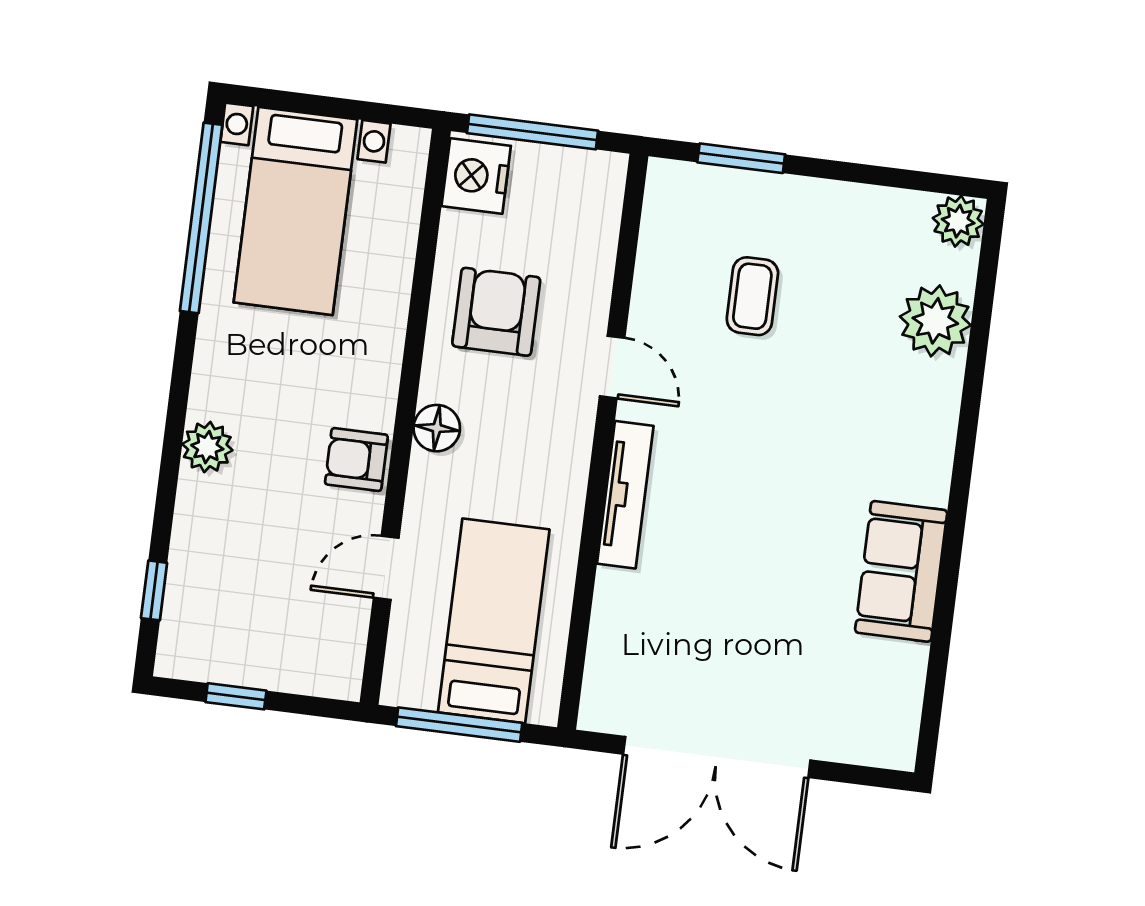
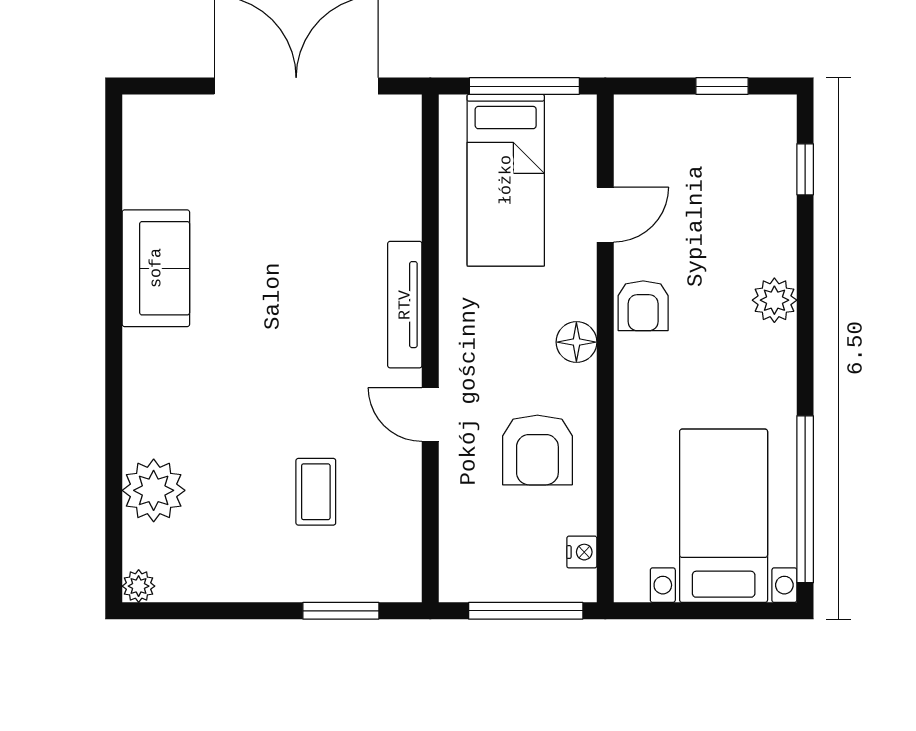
nightstand: (476, 176) -> (582, 552), width x0.53, depth x0.56
plant: (958, 221) -> (139, 586), width x0.73, depth x0.73
armchair: (356, 460) -> (643, 306), turned 90

